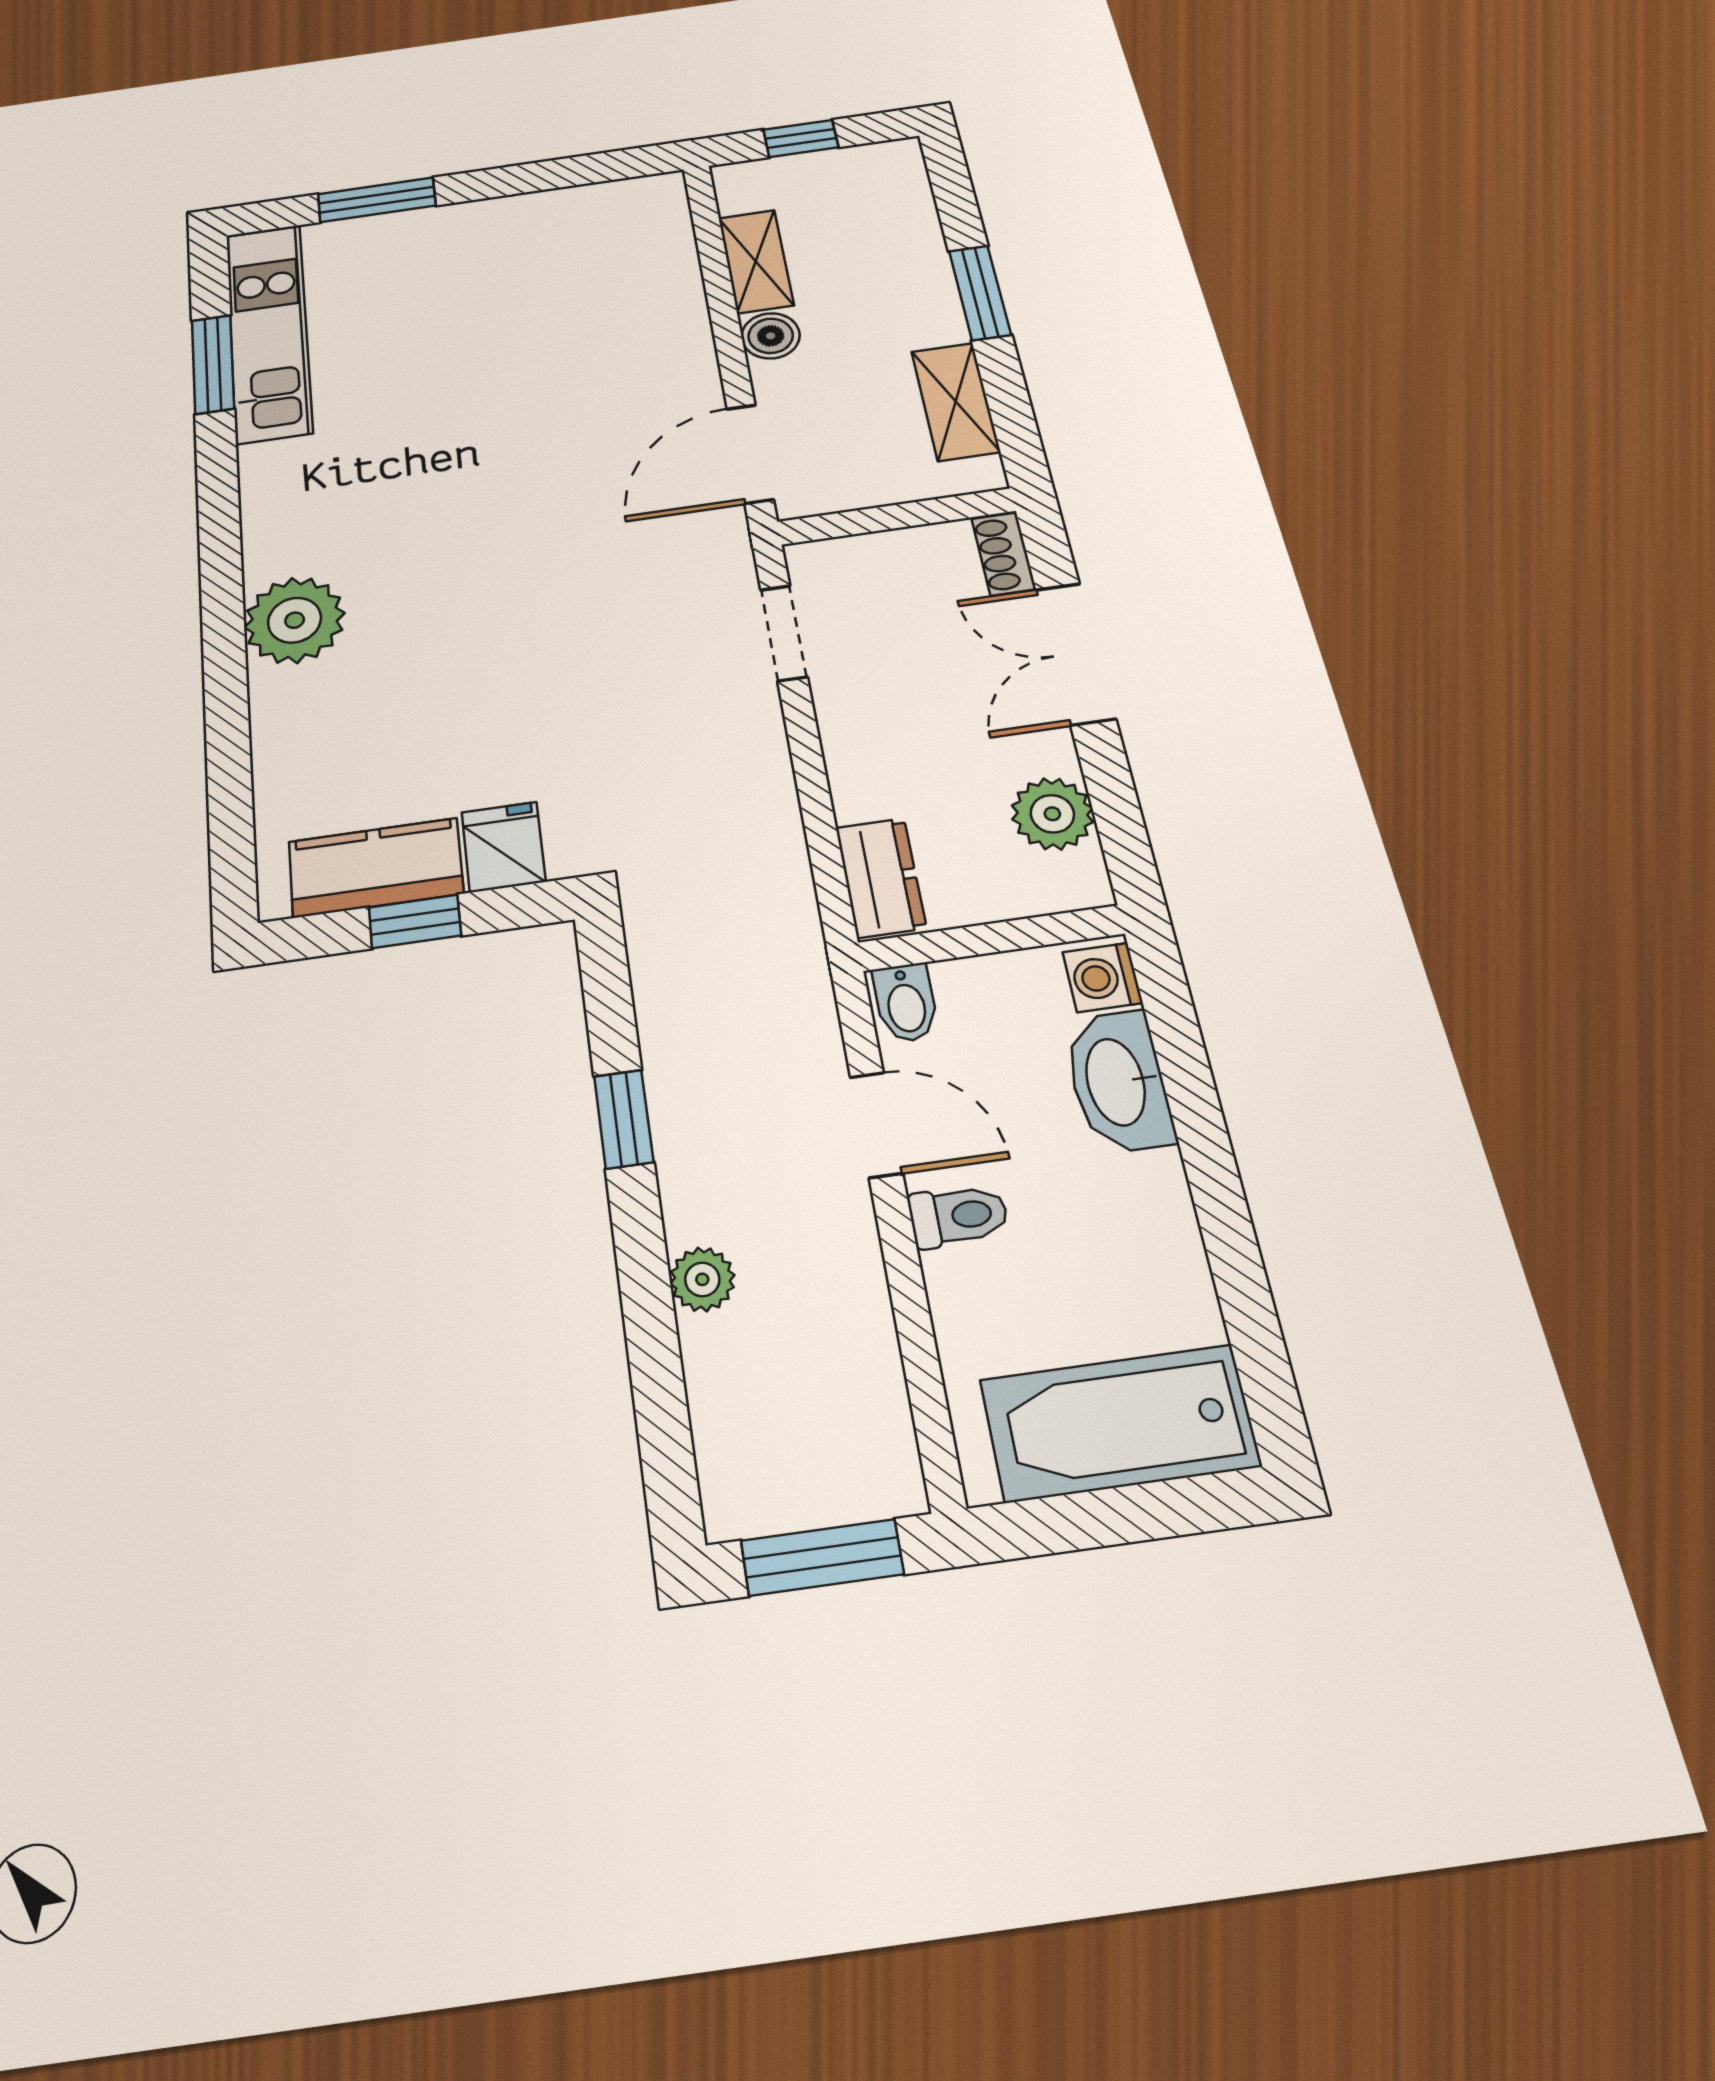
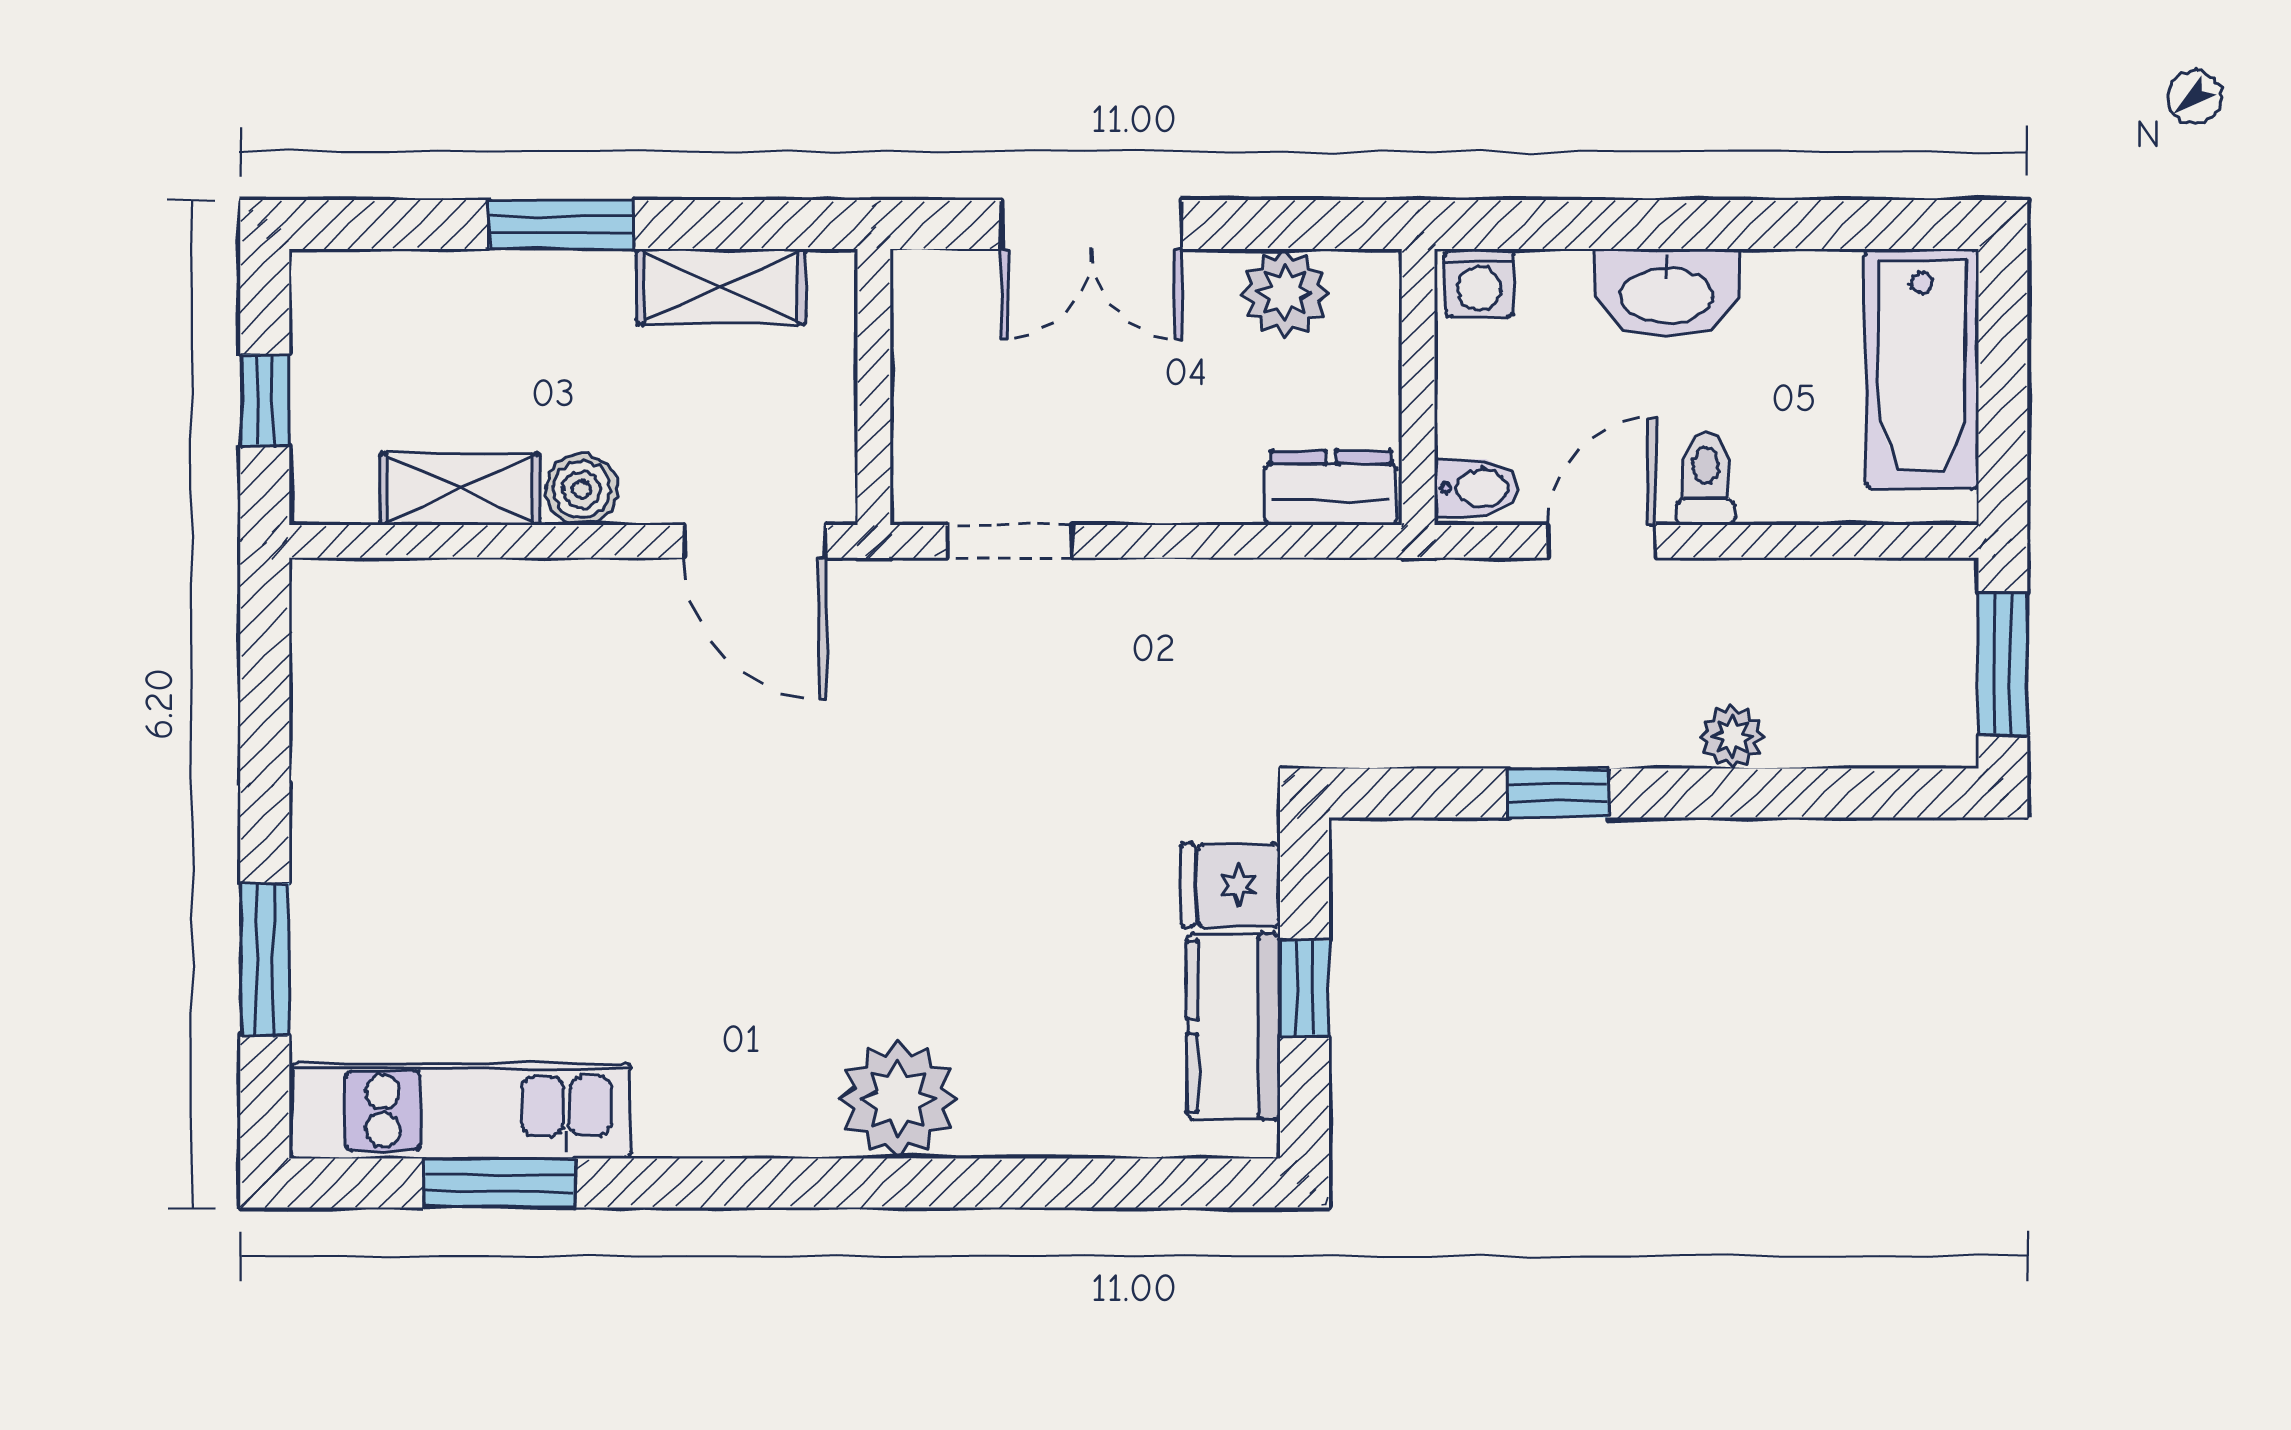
shoe rack: (1004, 554) -> (947, 275), removed
washbasin: (1118, 1082) -> (1667, 293), moved

